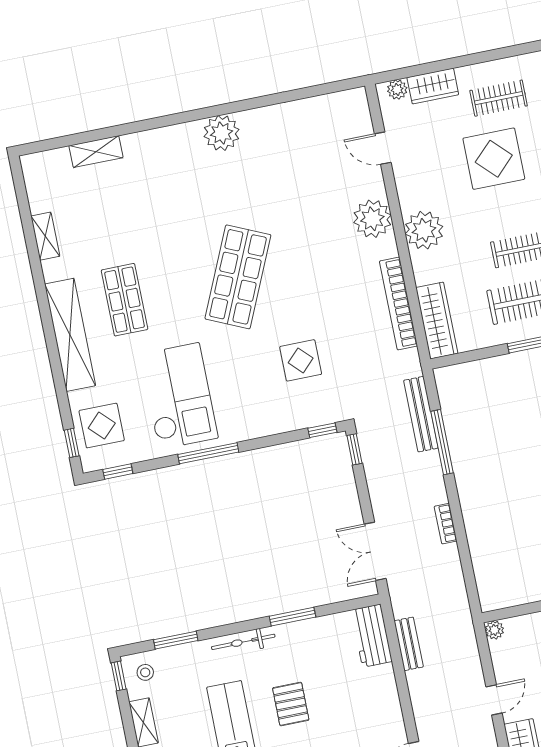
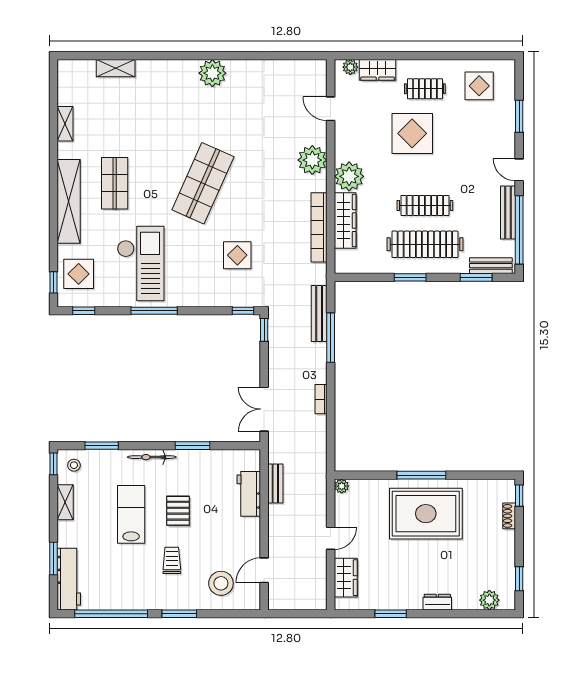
wardrobe: (437, 320) -> (345, 221), moved
workbench: (372, 636) -> (249, 494), moved

